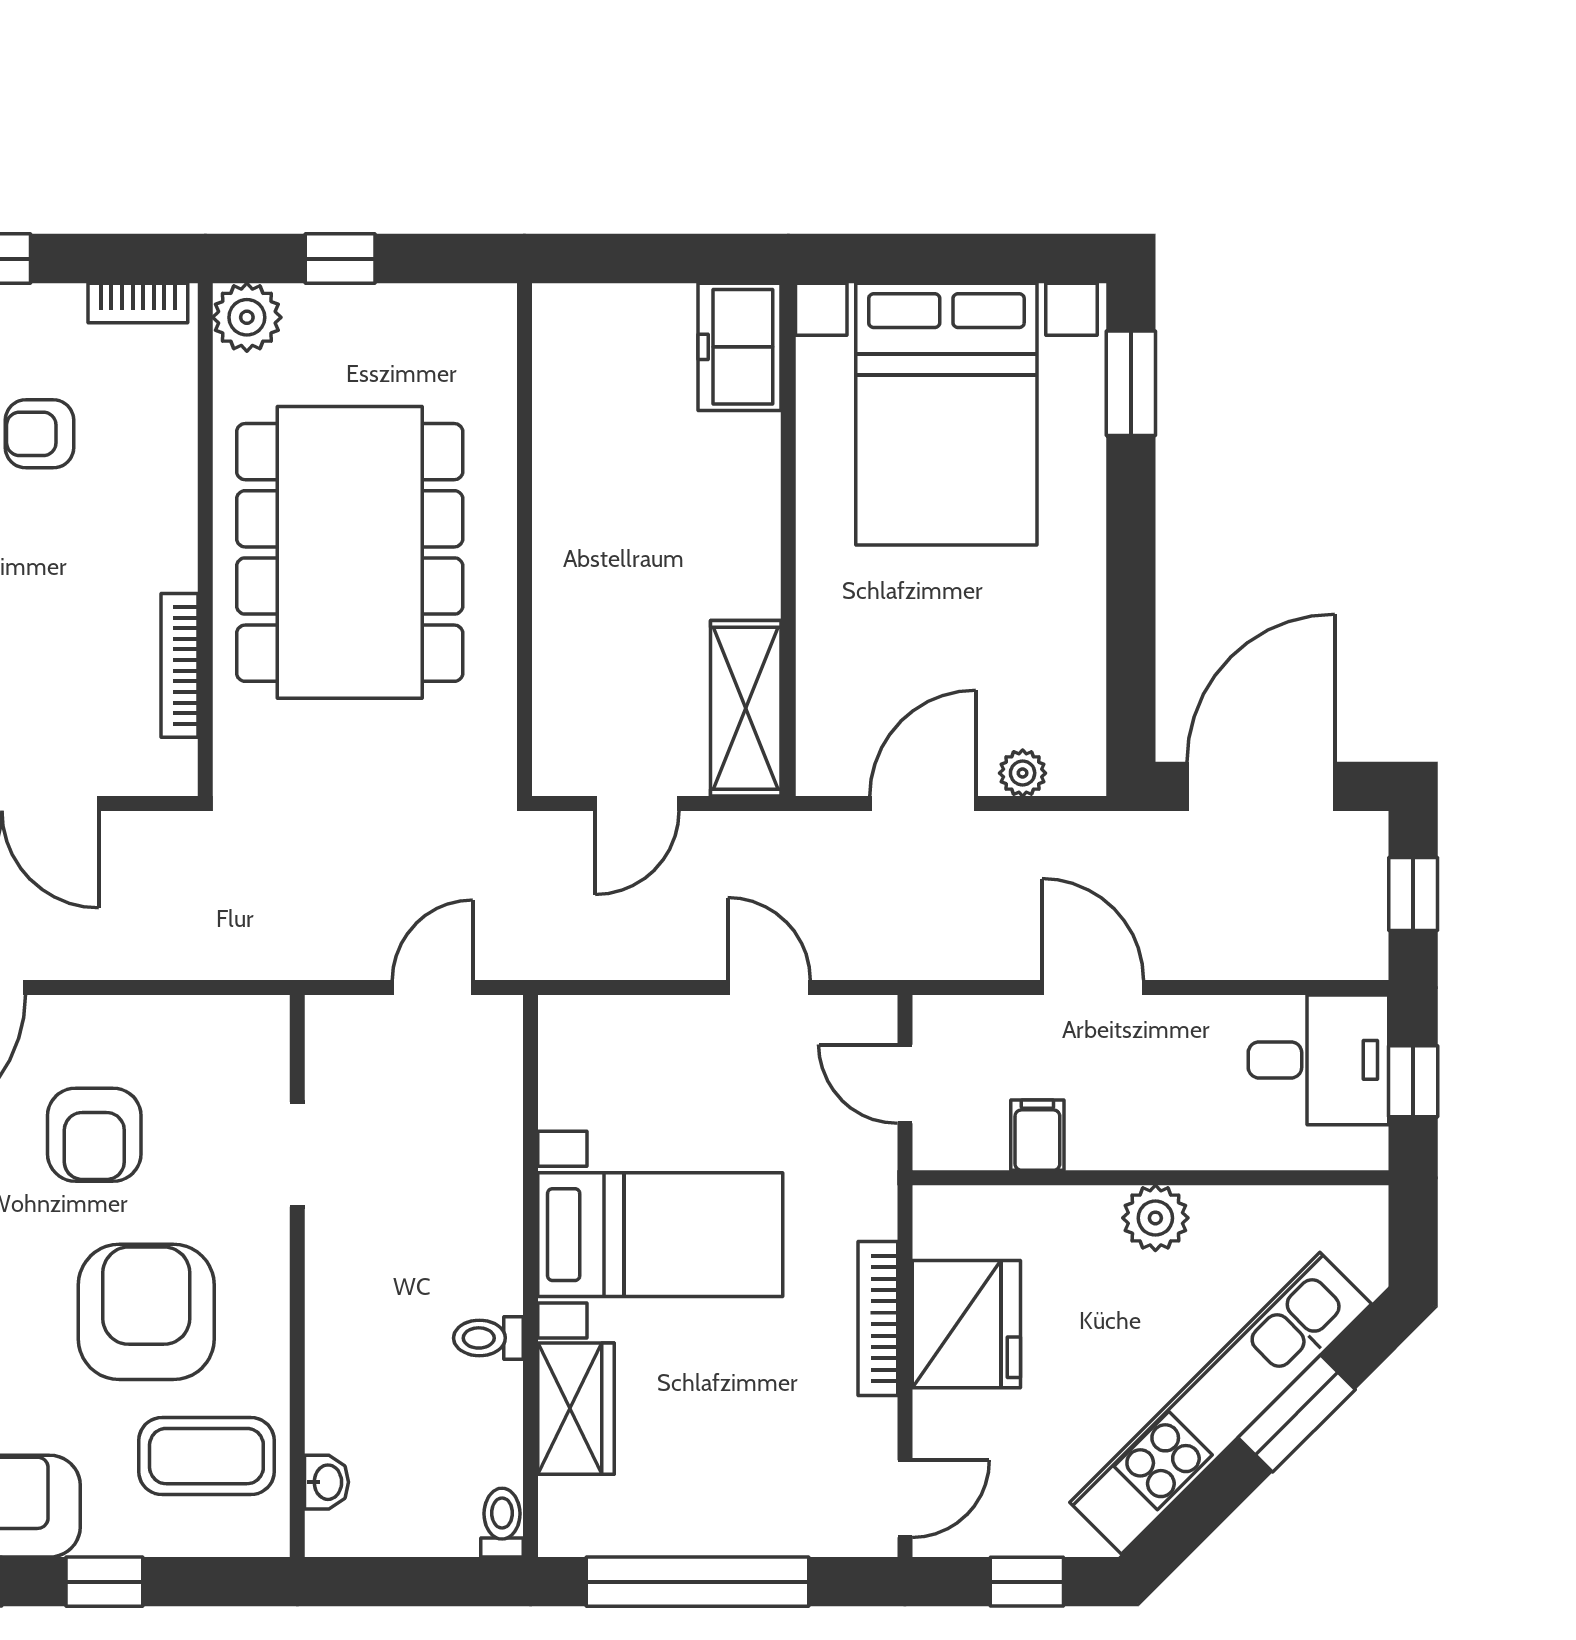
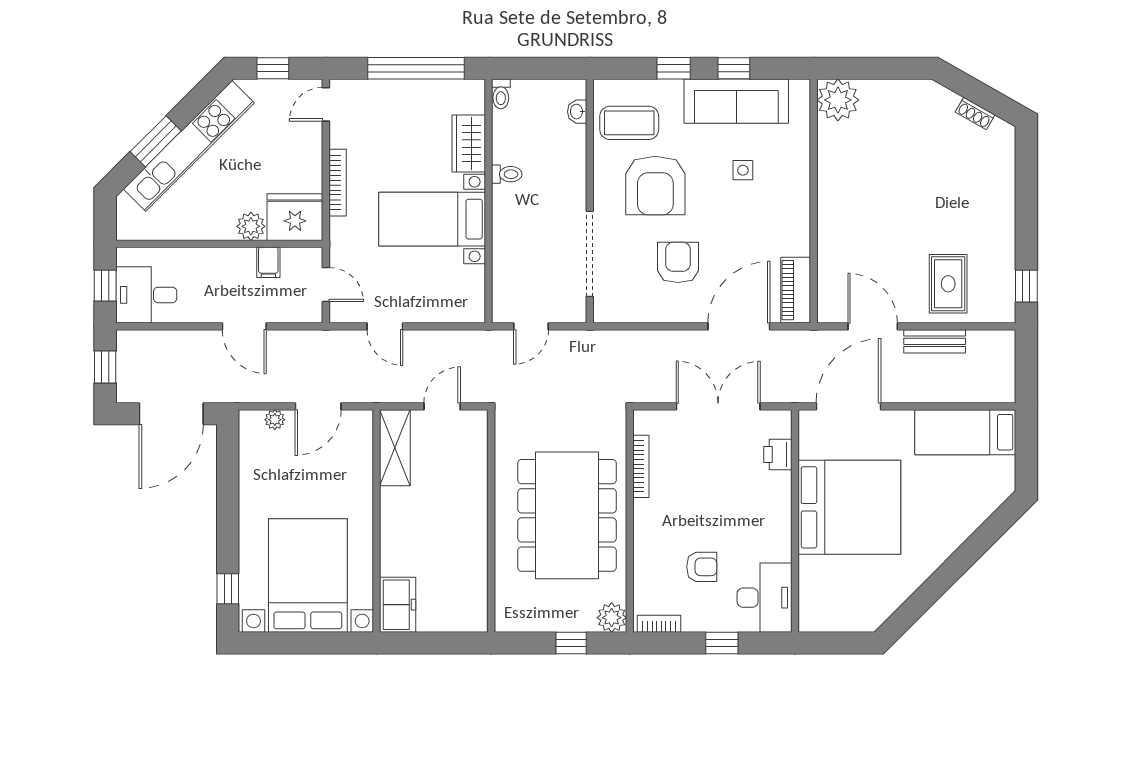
window: (1131, 383) -> (228, 589), width x0.67
doorway: (297, 1154) -> (590, 254), width x1.88
plant: (1155, 1218) -> (251, 226), moved
fridge: (966, 1324) -> (295, 217), moved, turned 90

